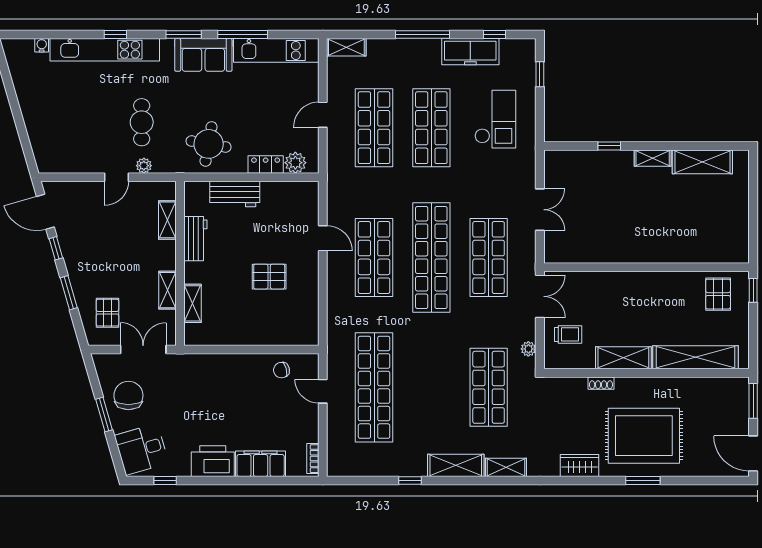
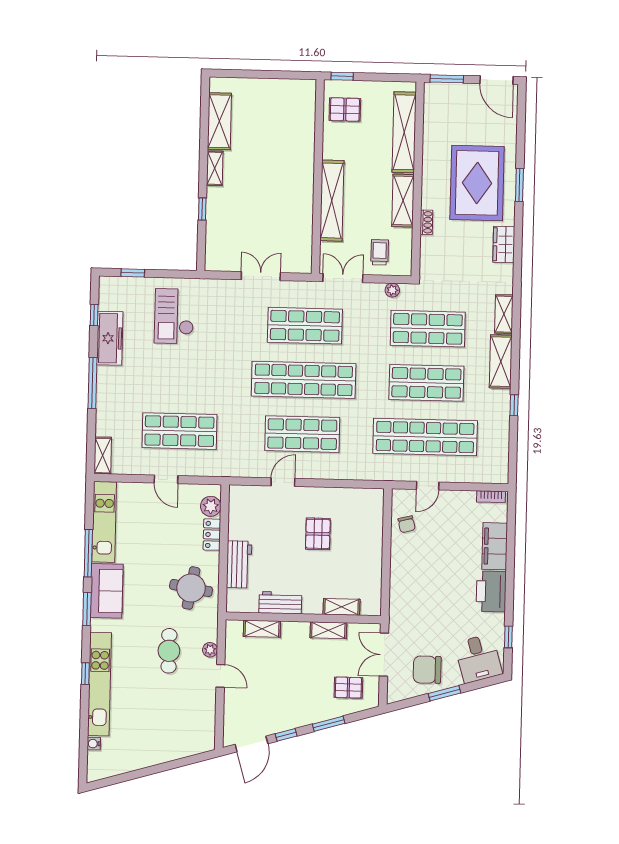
checkout: (495, 119) -> (174, 316), turned -90
cafe table: (142, 122) -> (169, 651), turned 90
shop shelf: (431, 128) -> (426, 383), moved
shelving: (621, 283) -> (332, 201), added
door: (753, 453) -> (496, 80), hinge flipped

